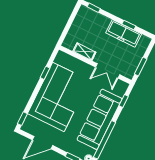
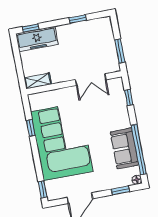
freezer: (124, 33) -> (37, 39), moved
shelving: (84, 52) -> (38, 81), moved
sofa: (99, 119) -> (124, 148), width x0.54, depth x0.79

